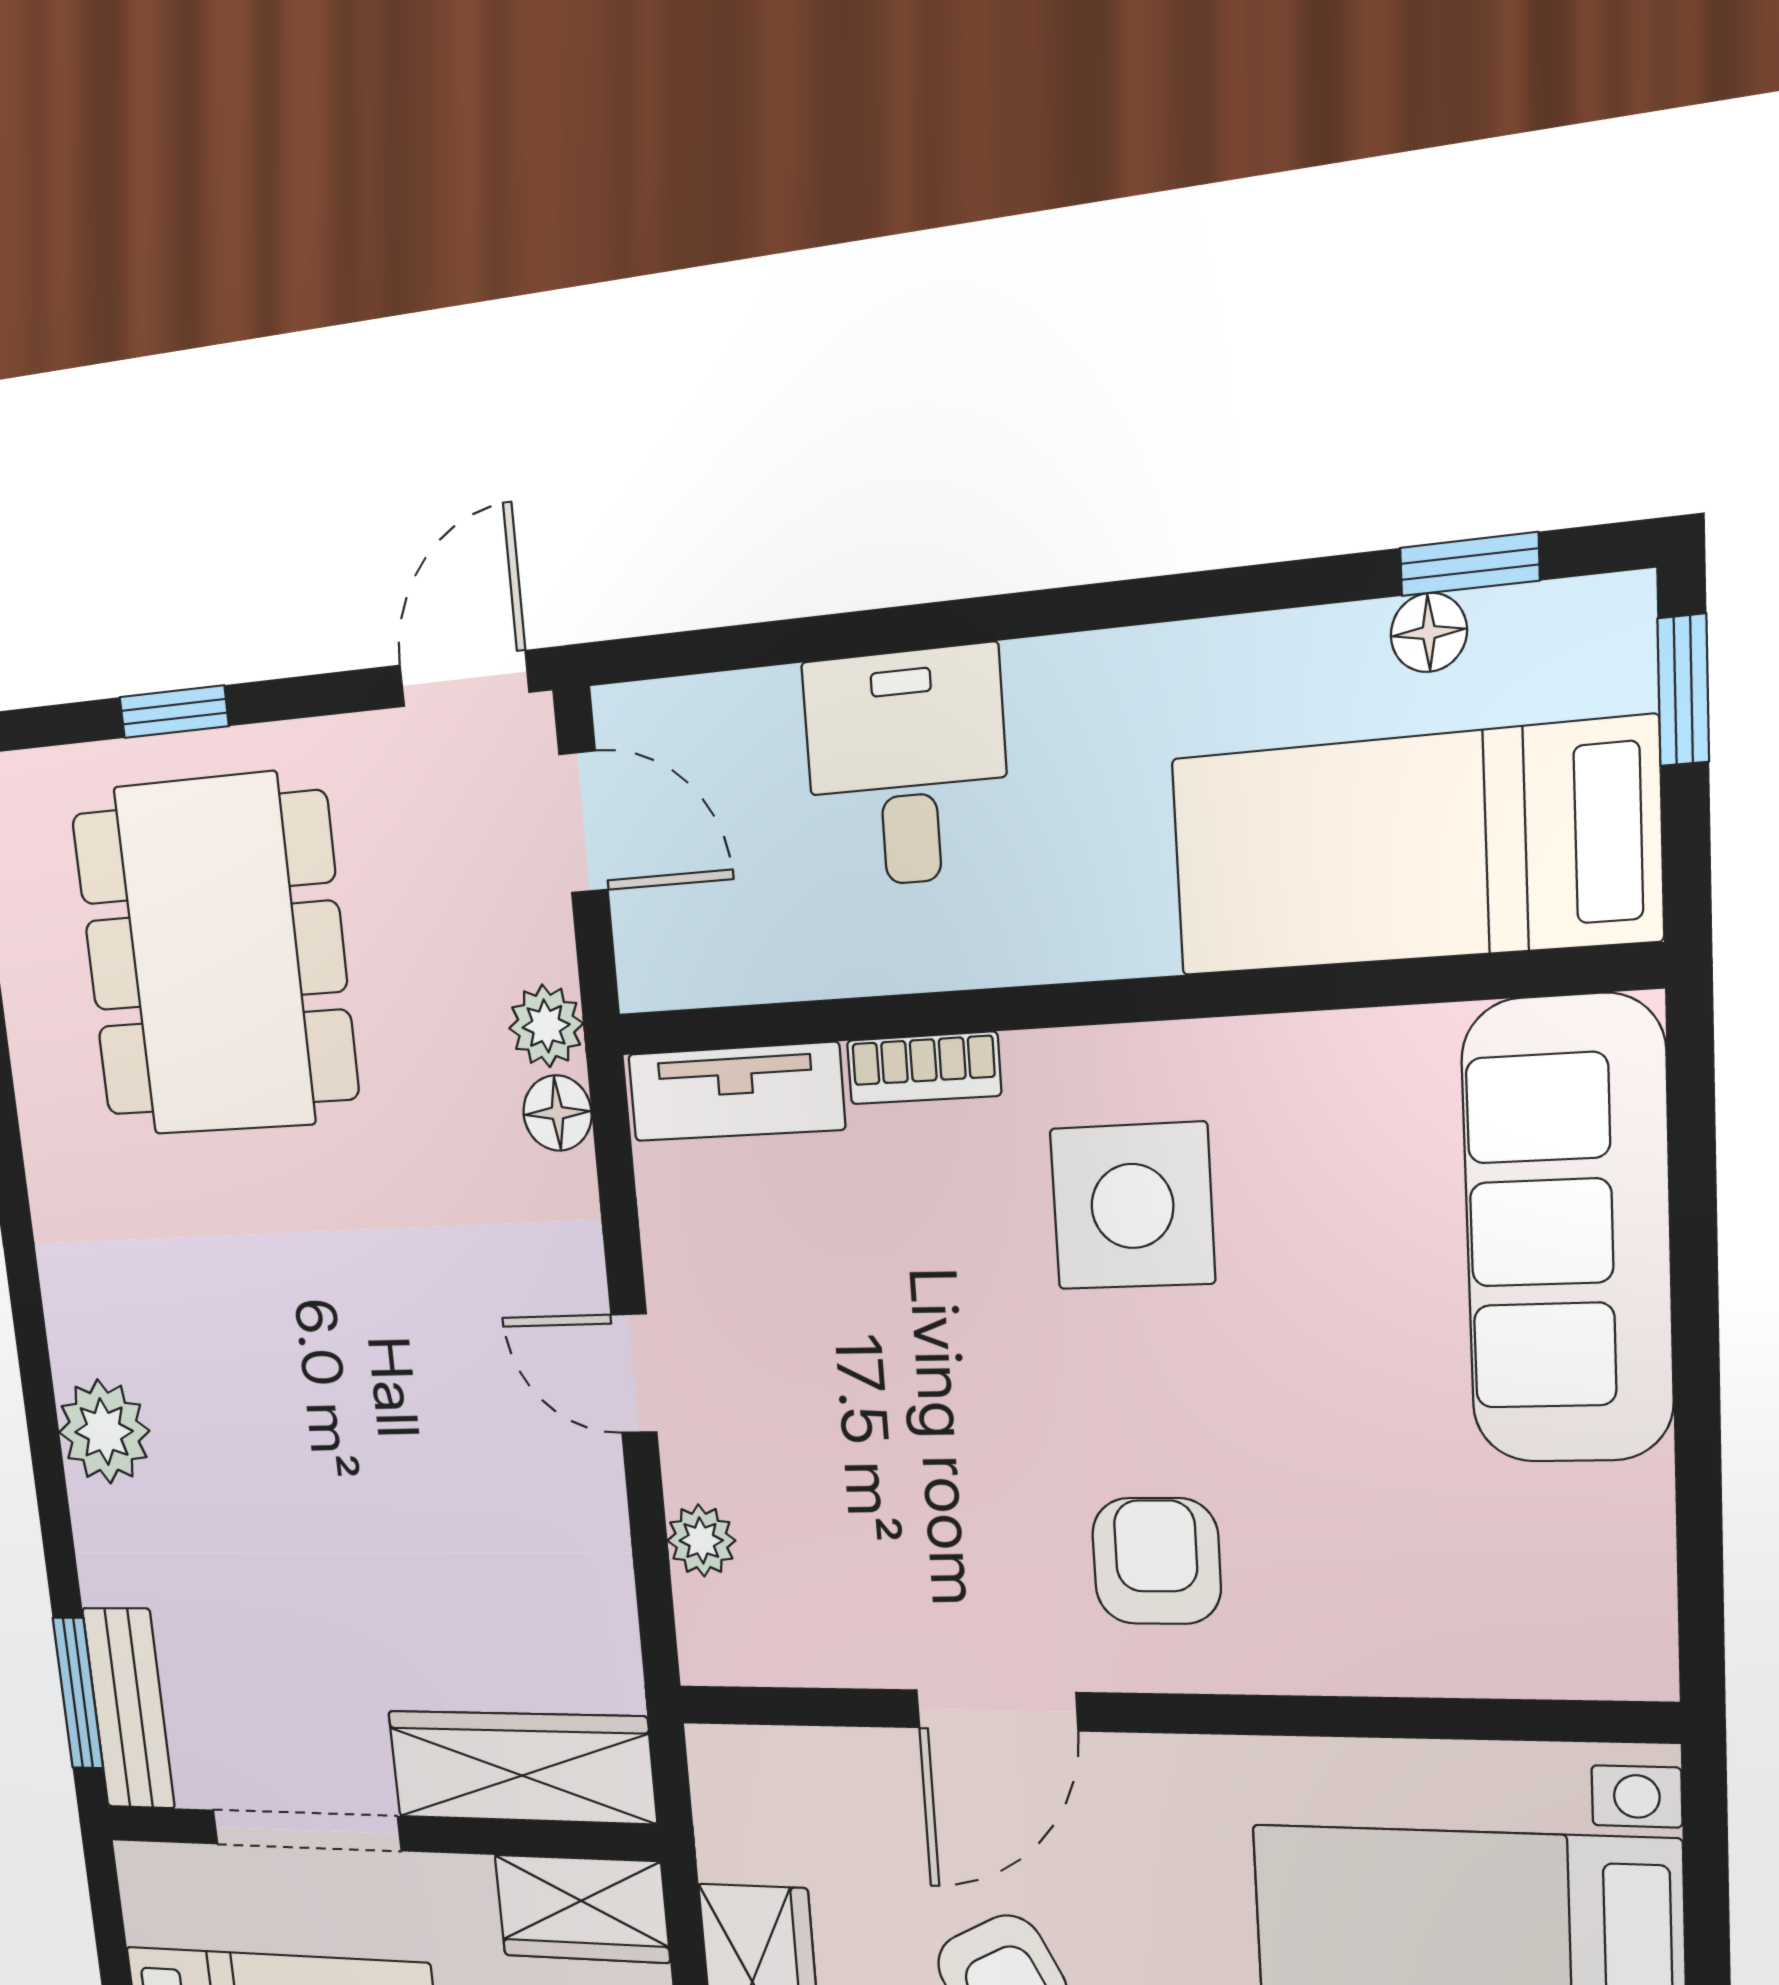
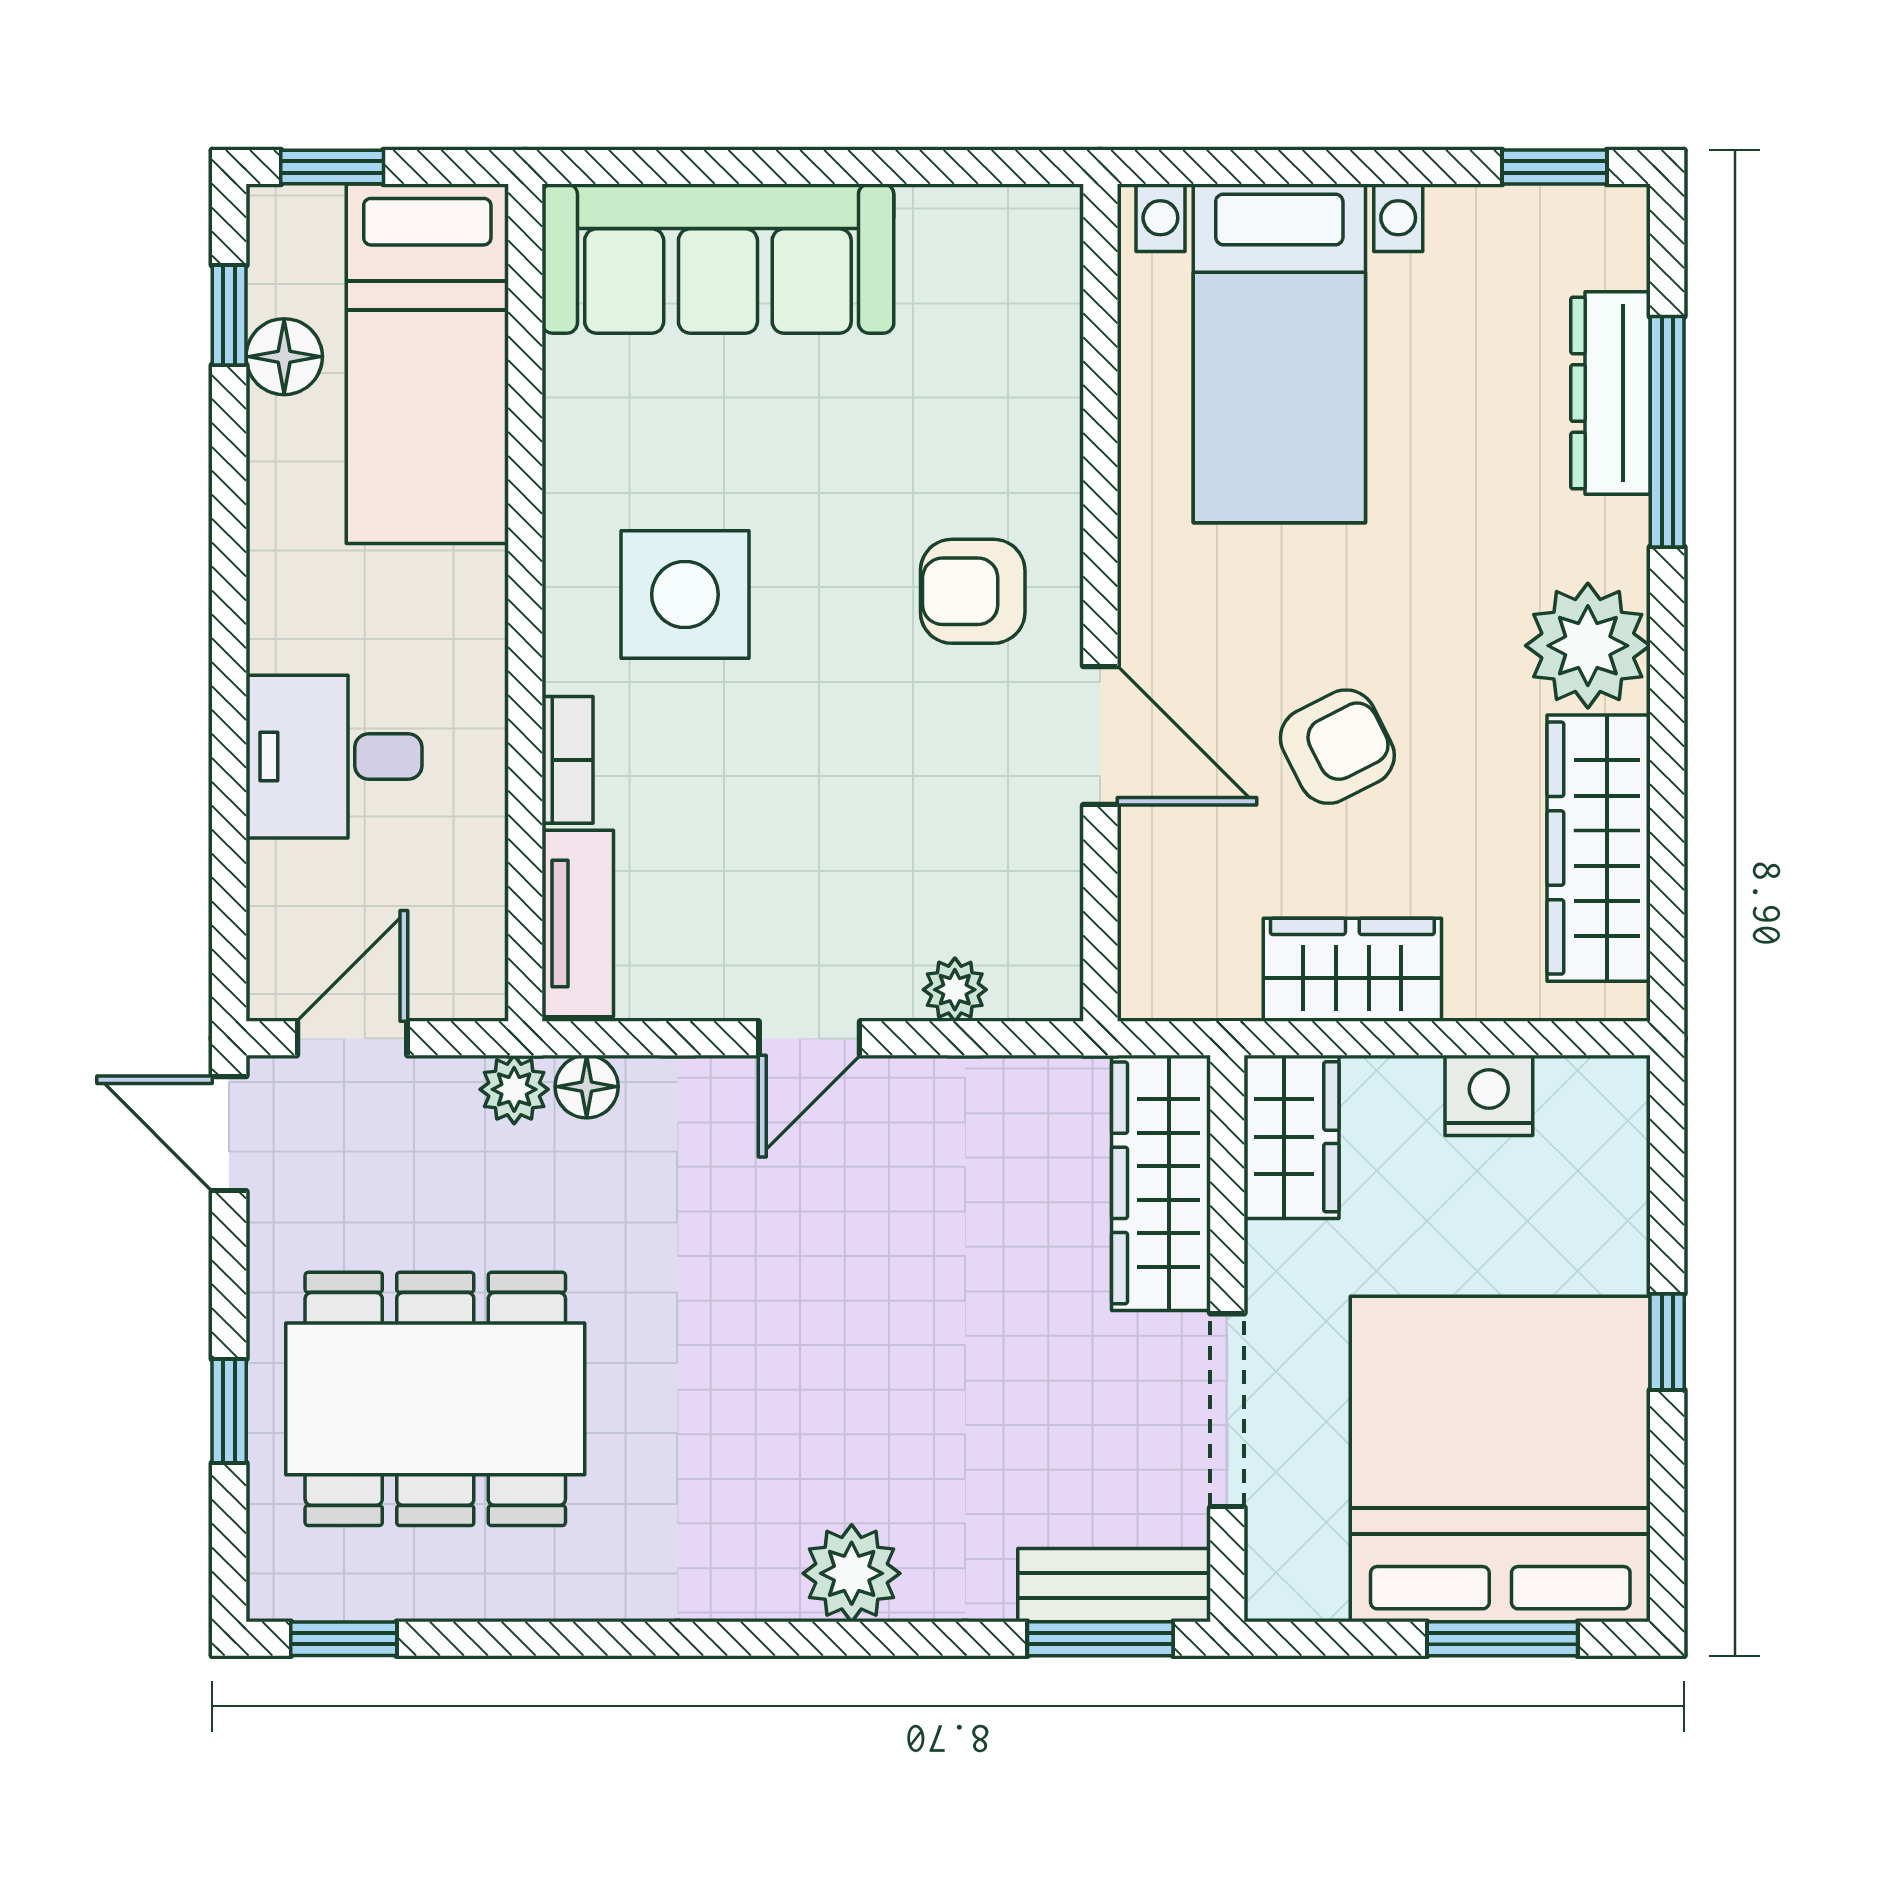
floor lamp: (1429, 633) -> (284, 357), width x1.37, depth x1.37

